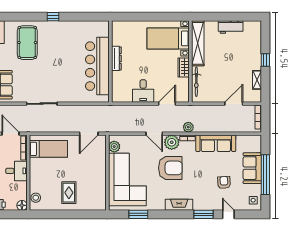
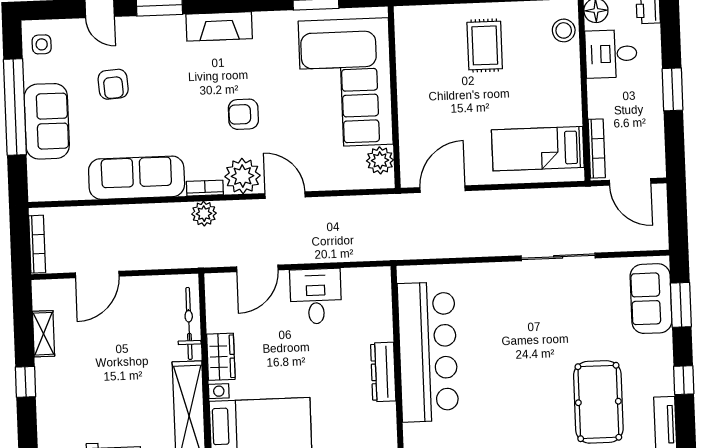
armchair: (170, 168) -> (243, 114), width x0.53, depth x0.53
desk: (16, 171) -> (611, 54), moved

